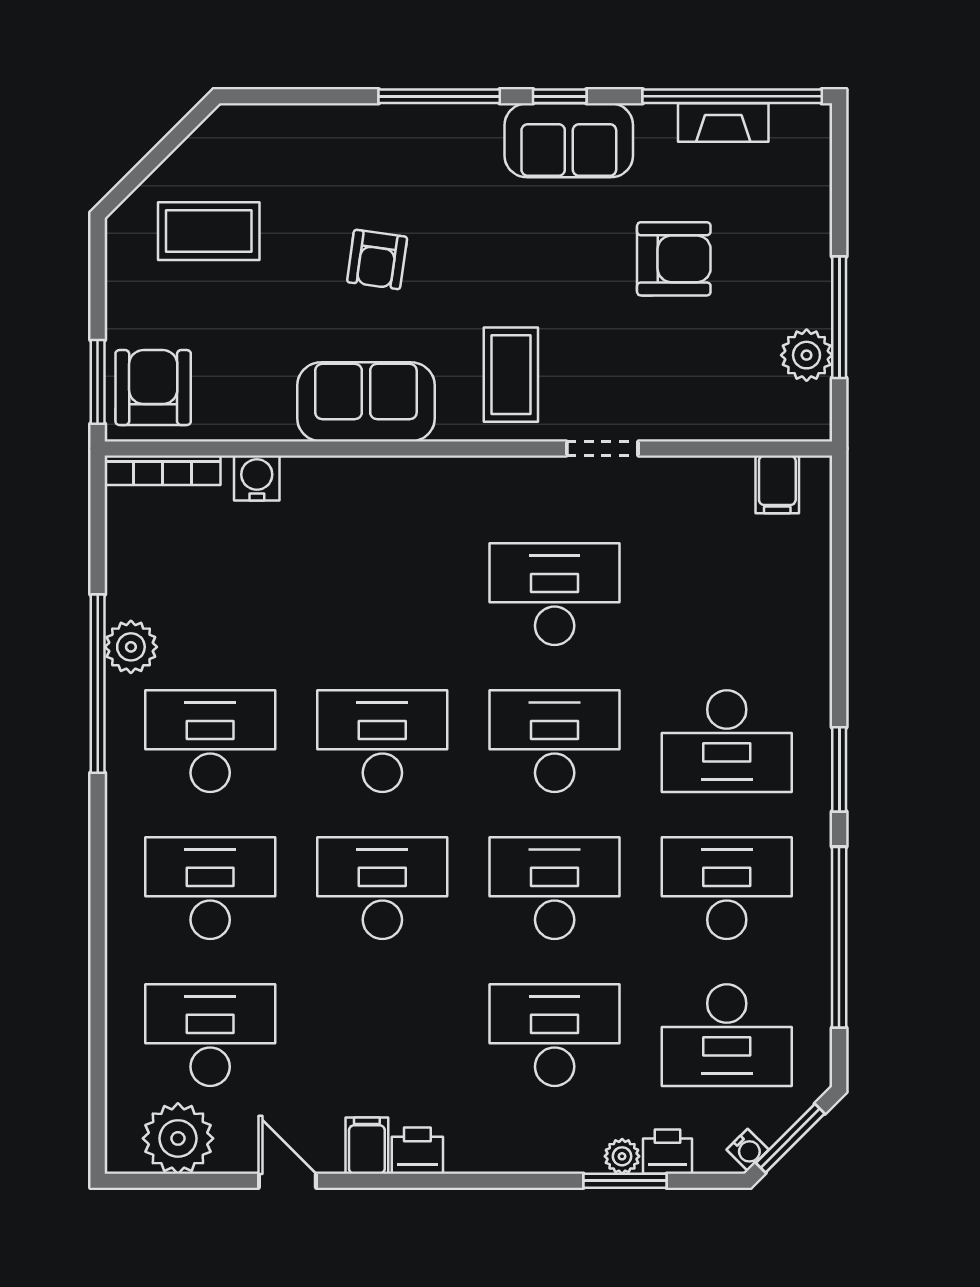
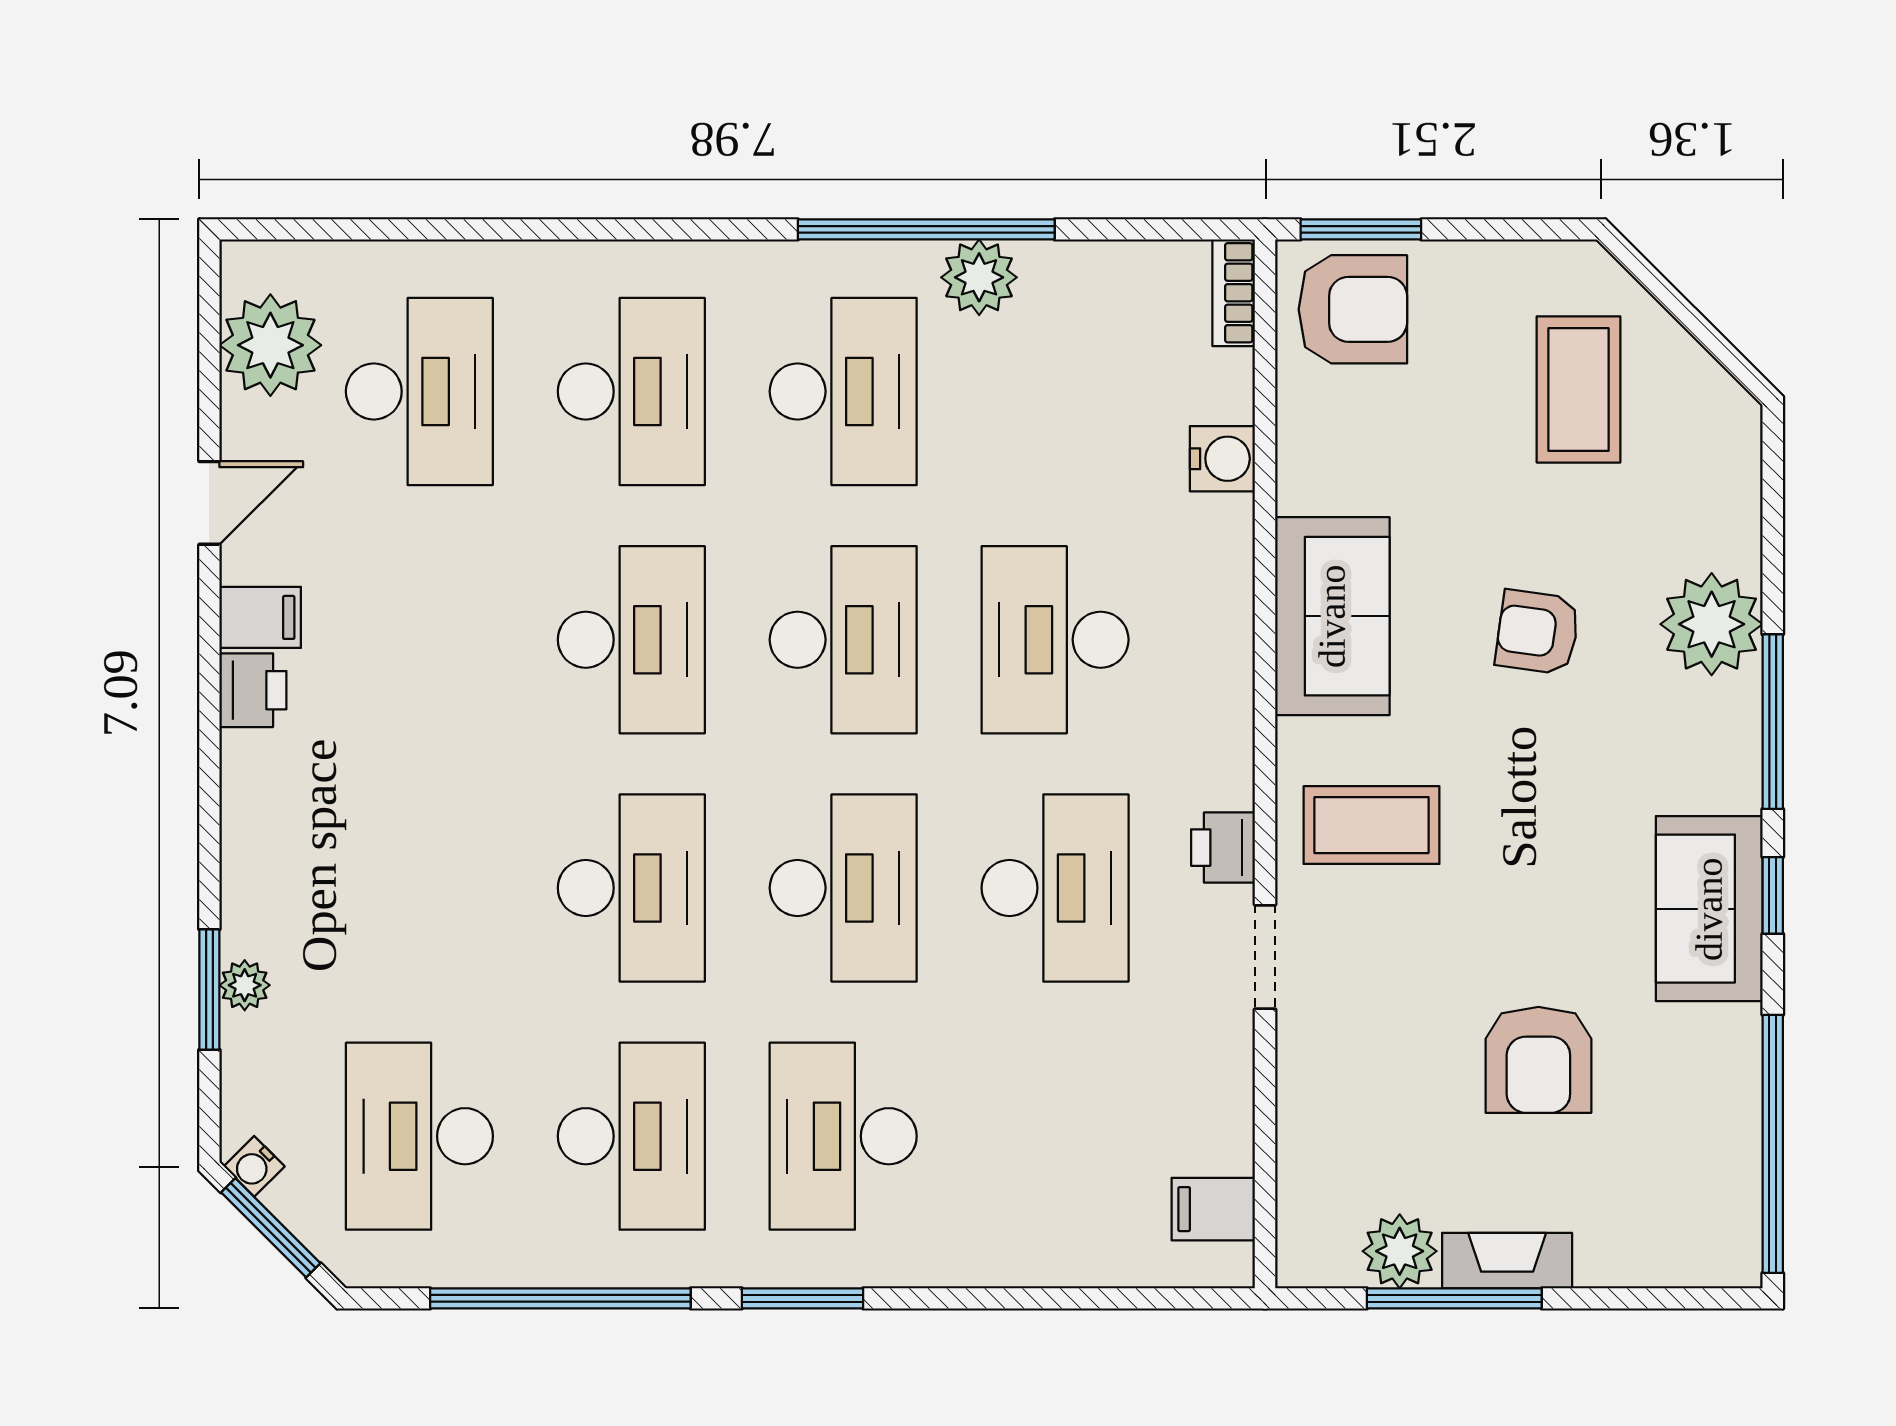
fireplace: (723, 123) -> (1507, 1261), moved, turned 90
plant: (372, 139) -> (1712, 624), added
bookcase: (162, 470) -> (1234, 293), width x0.64
desk: (555, 1035) -> (1055, 640), moved, turned 180
printer: (668, 1152) -> (1223, 848), moved, turned 180

